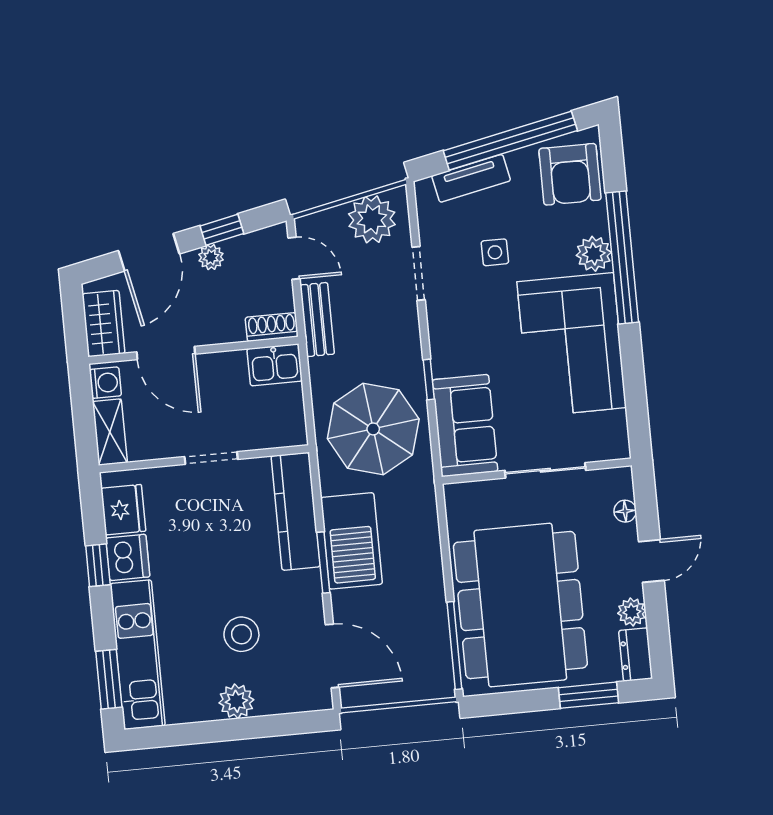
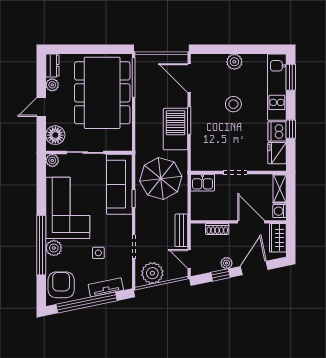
shoe rack: (272, 327) -> (217, 229), moved
kitchen sink: (275, 365) -> (202, 183), moved, turned 180
sofa: (465, 425) -> (119, 184), width x1.36
plant: (616, 446) -> (52, 160), added
kitchen counter: (296, 511) -> (199, 145), removed
floor lamp: (625, 511) -> (55, 135), width x1.89, depth x1.89
stool: (241, 634) -> (233, 104), moved
window: (589, 695) -> (75, 49), removed

